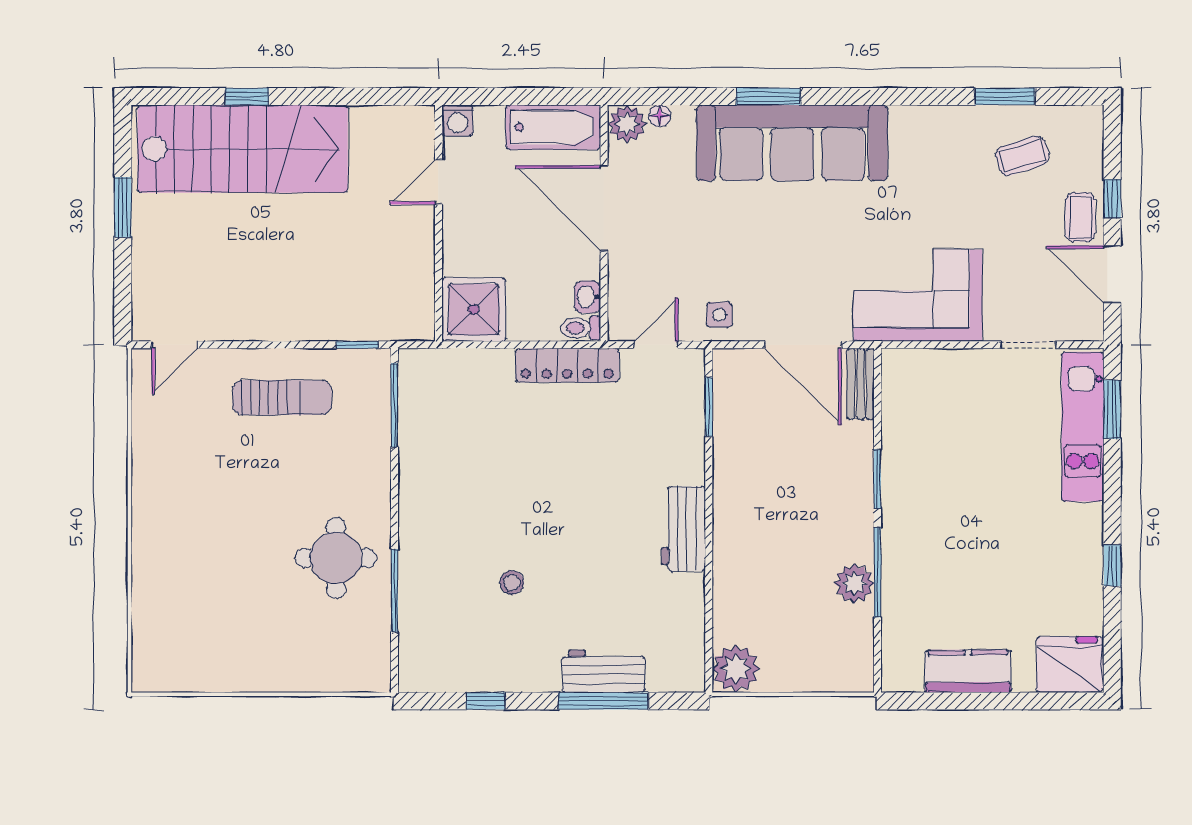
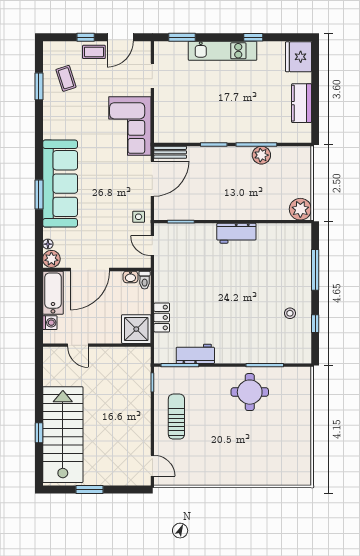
washing machine: (457, 120) -> (50, 323), moved
locker: (567, 365) -> (162, 317), moved, width x0.66
kitchen unit: (1083, 427) -> (223, 51), moved
stool: (512, 583) -> (290, 313), moved
workbench: (603, 671) -> (195, 354), moved, turned 90

